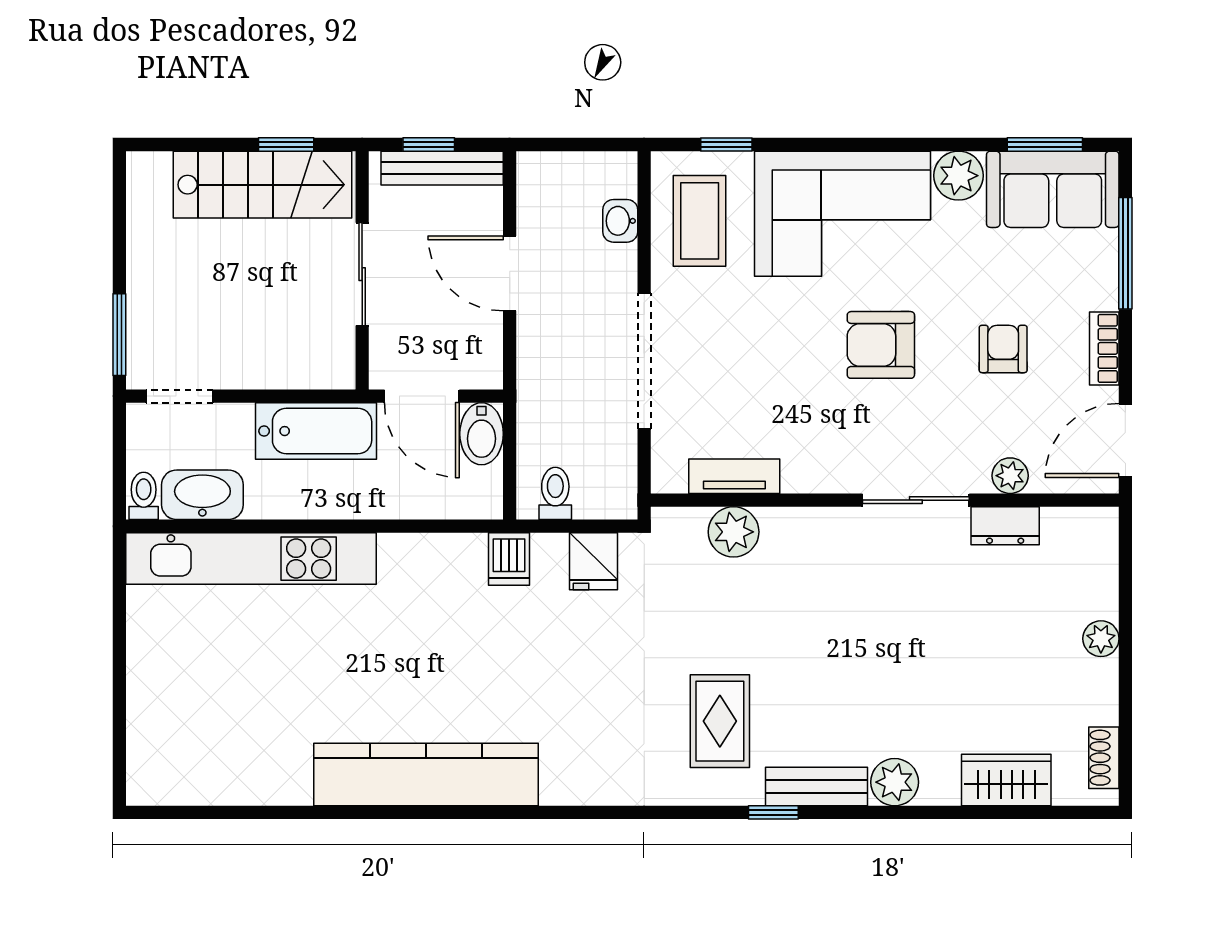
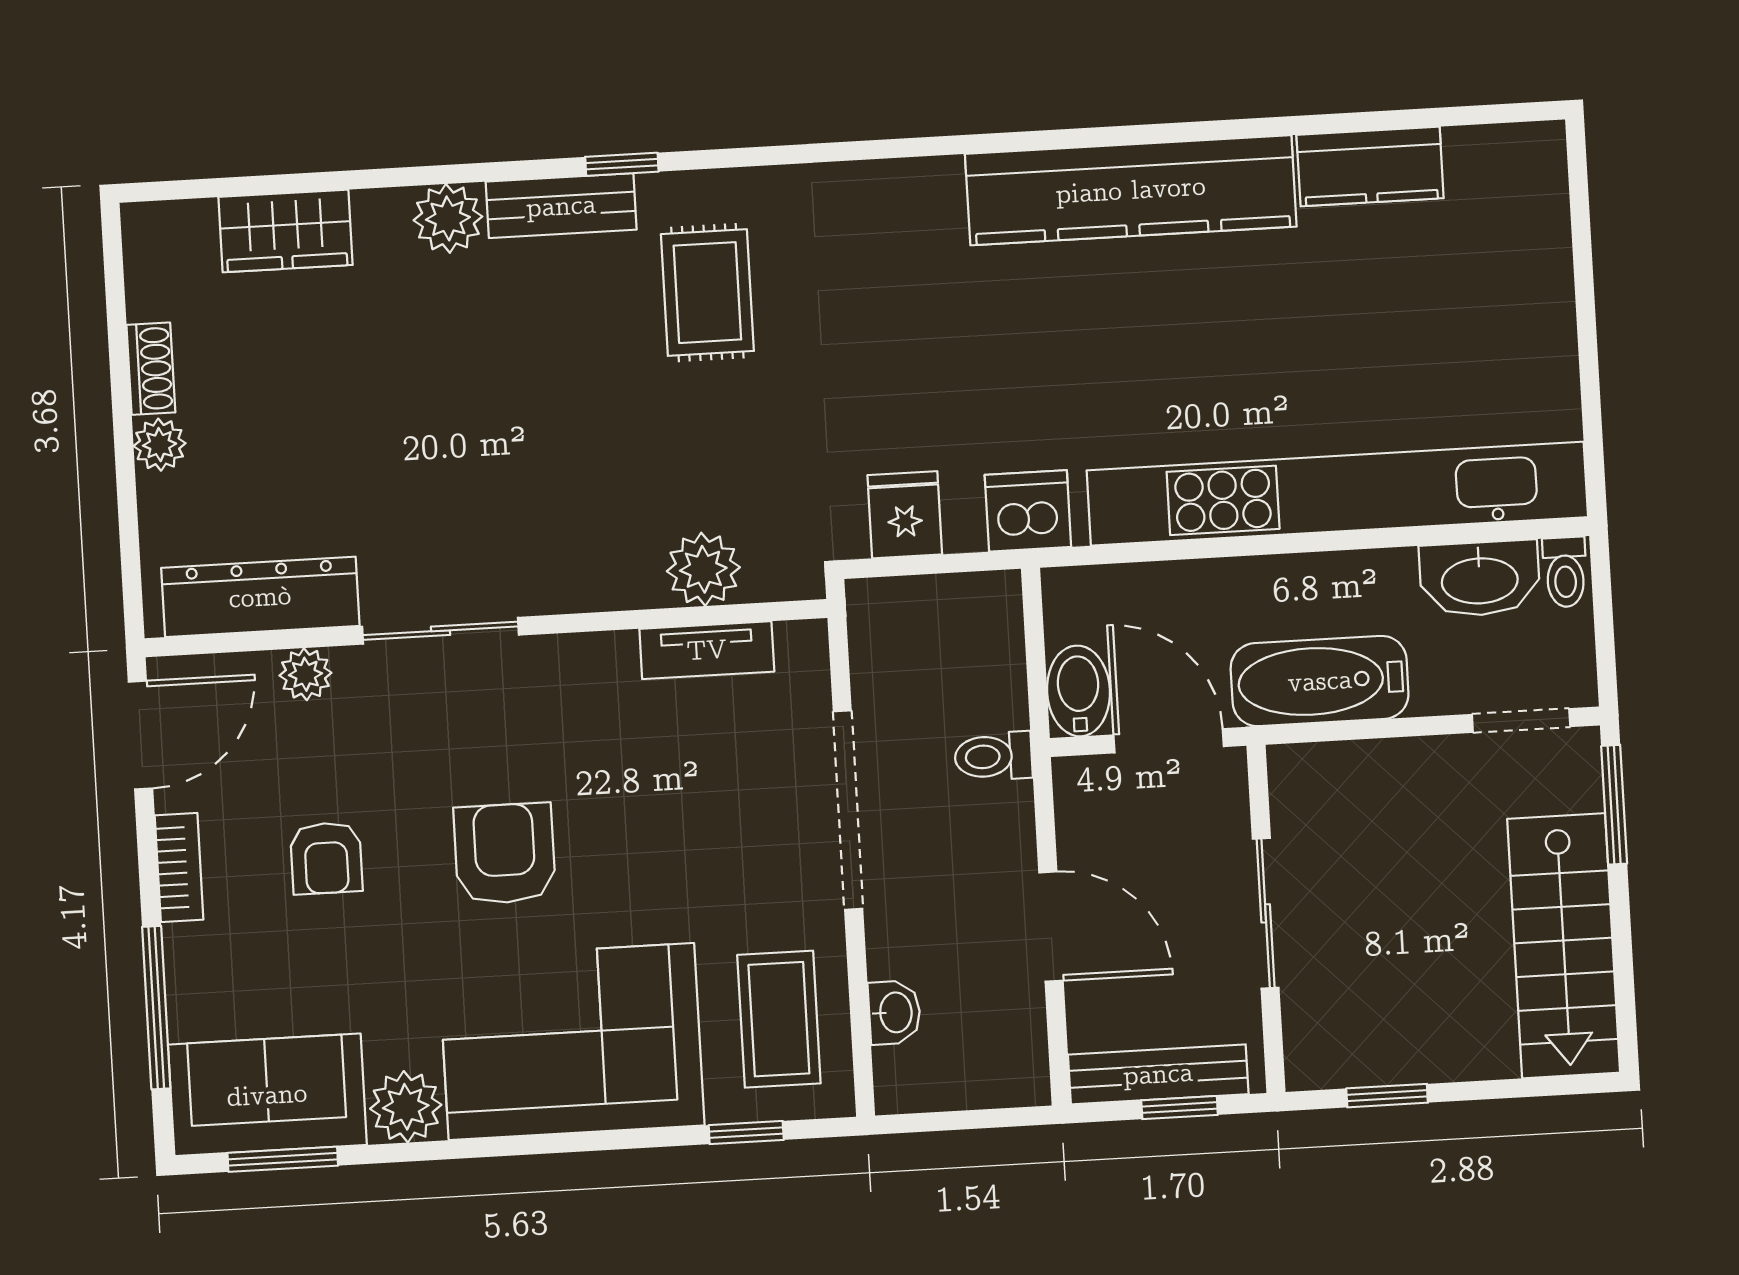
stairs: (262, 185) -> (1564, 946), moved, turned -90
armchair: (881, 345) -> (505, 854), turned -90
toilet: (555, 493) -> (993, 756), moved, turned 90
dresser: (1005, 526) -> (260, 597), width x1.96, depth x1.24
kitchen unit: (251, 559) -> (1337, 494), width x1.36
dishwasher: (509, 559) -> (1028, 511), width x1.38
shoe rack: (1104, 758) -> (151, 369), moved
kitchen counter: (261, 781) -> (1370, 166), added

